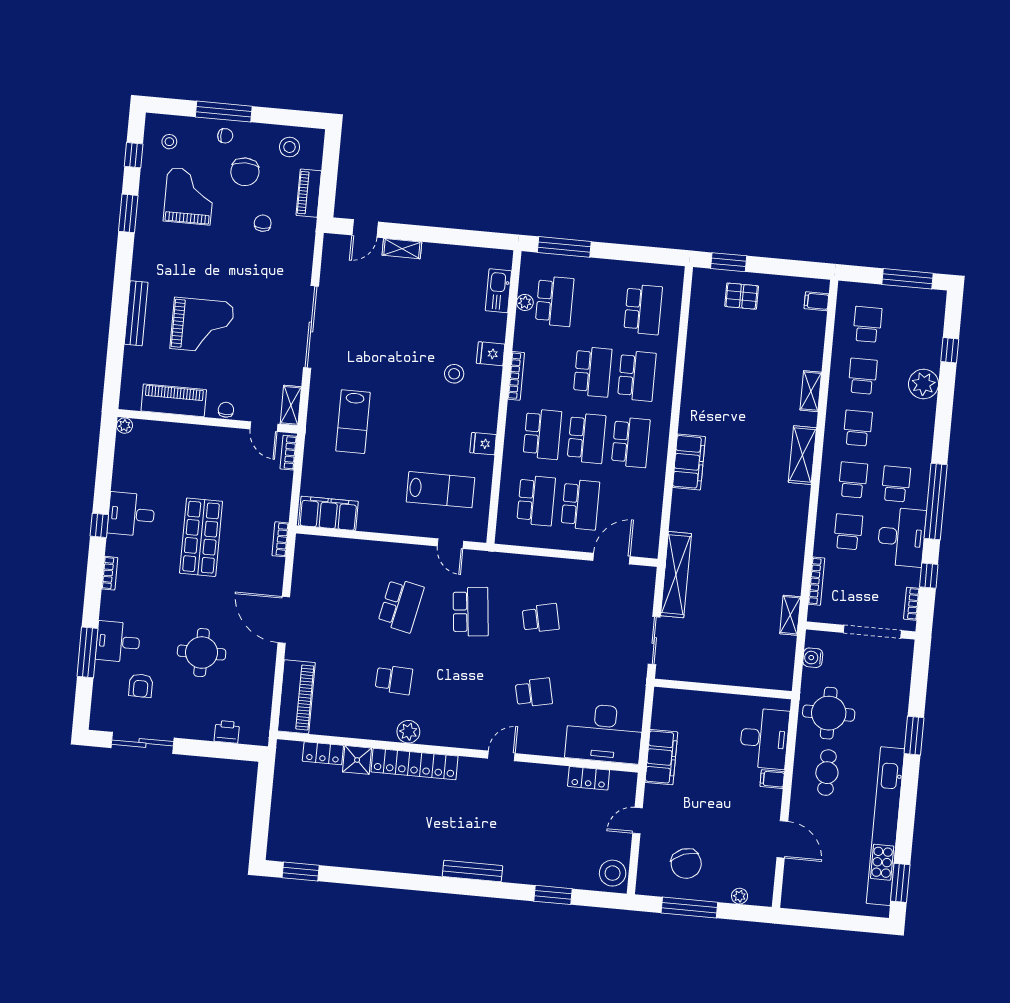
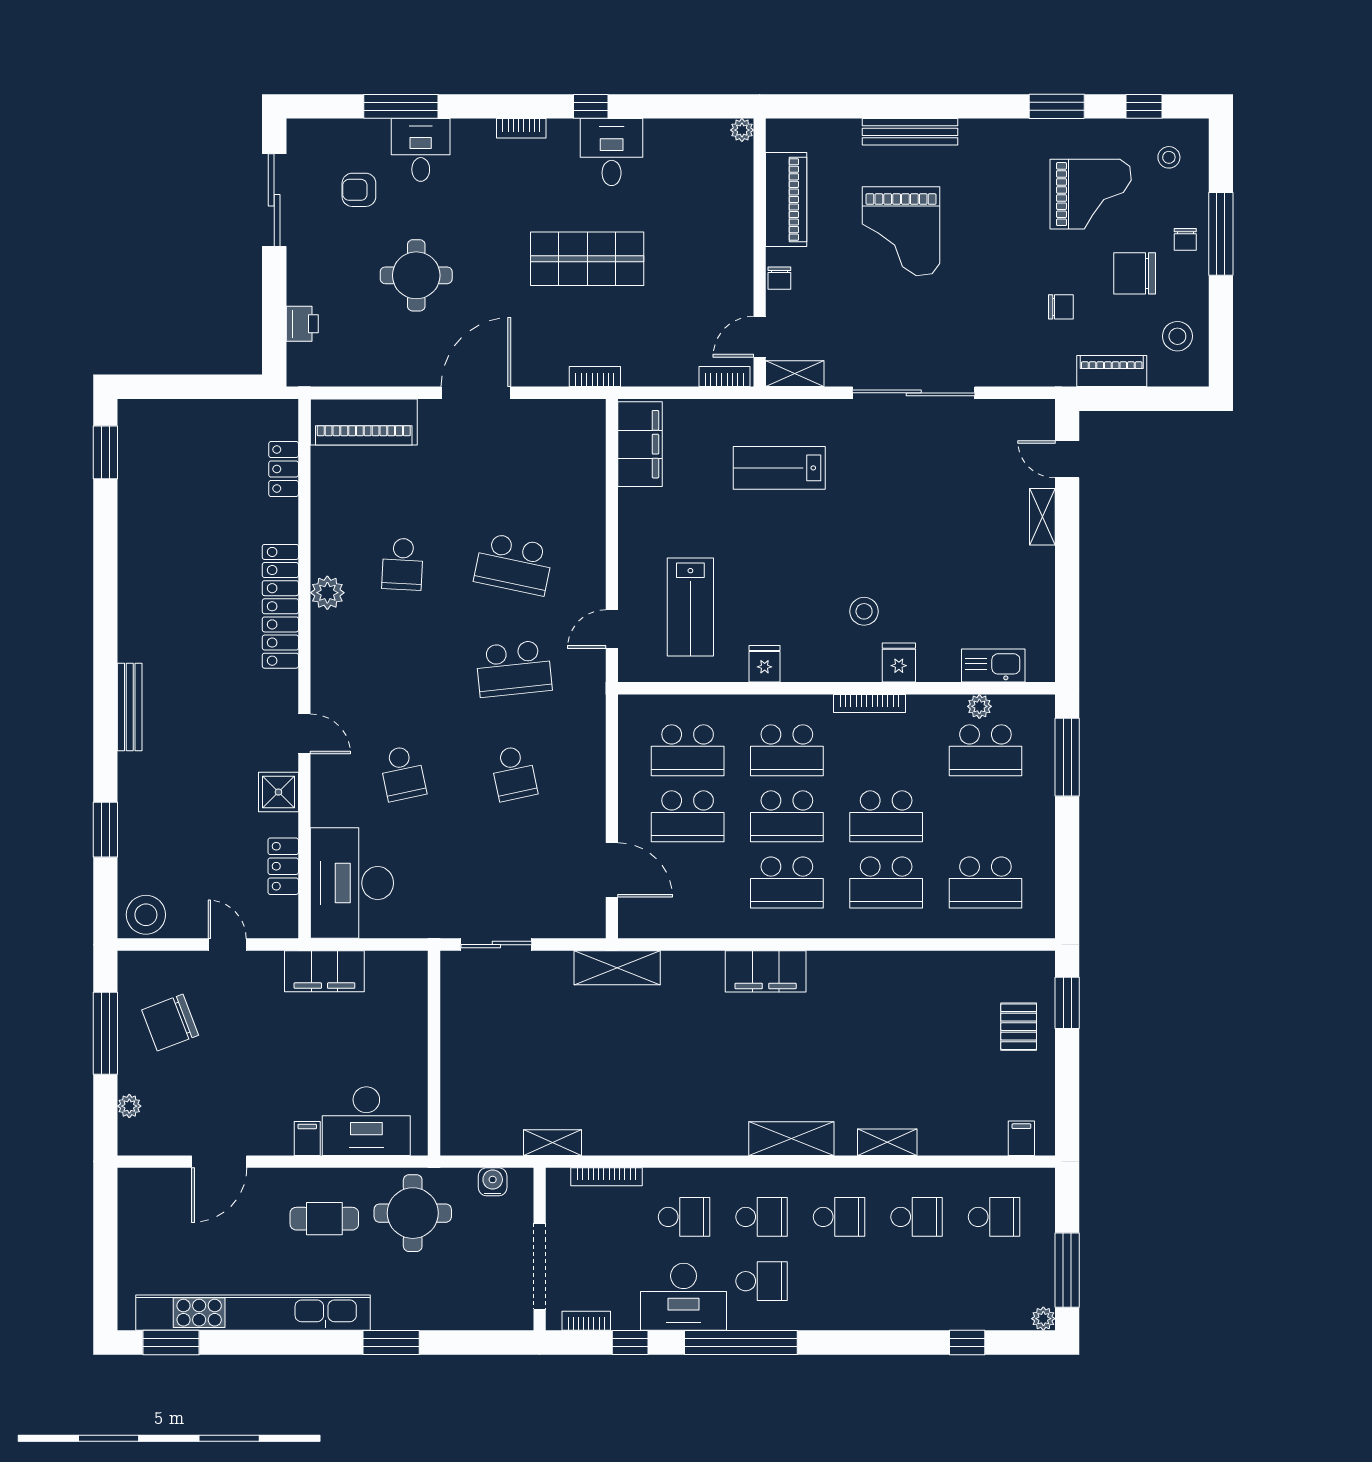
plant: (924, 384) -> (1043, 1319), moved, width x0.53, depth x0.53
chair: (226, 410) -> (779, 278), turned 90
shelving: (676, 575) -> (617, 968), width x0.68
shower: (357, 760) -> (278, 792), moved

